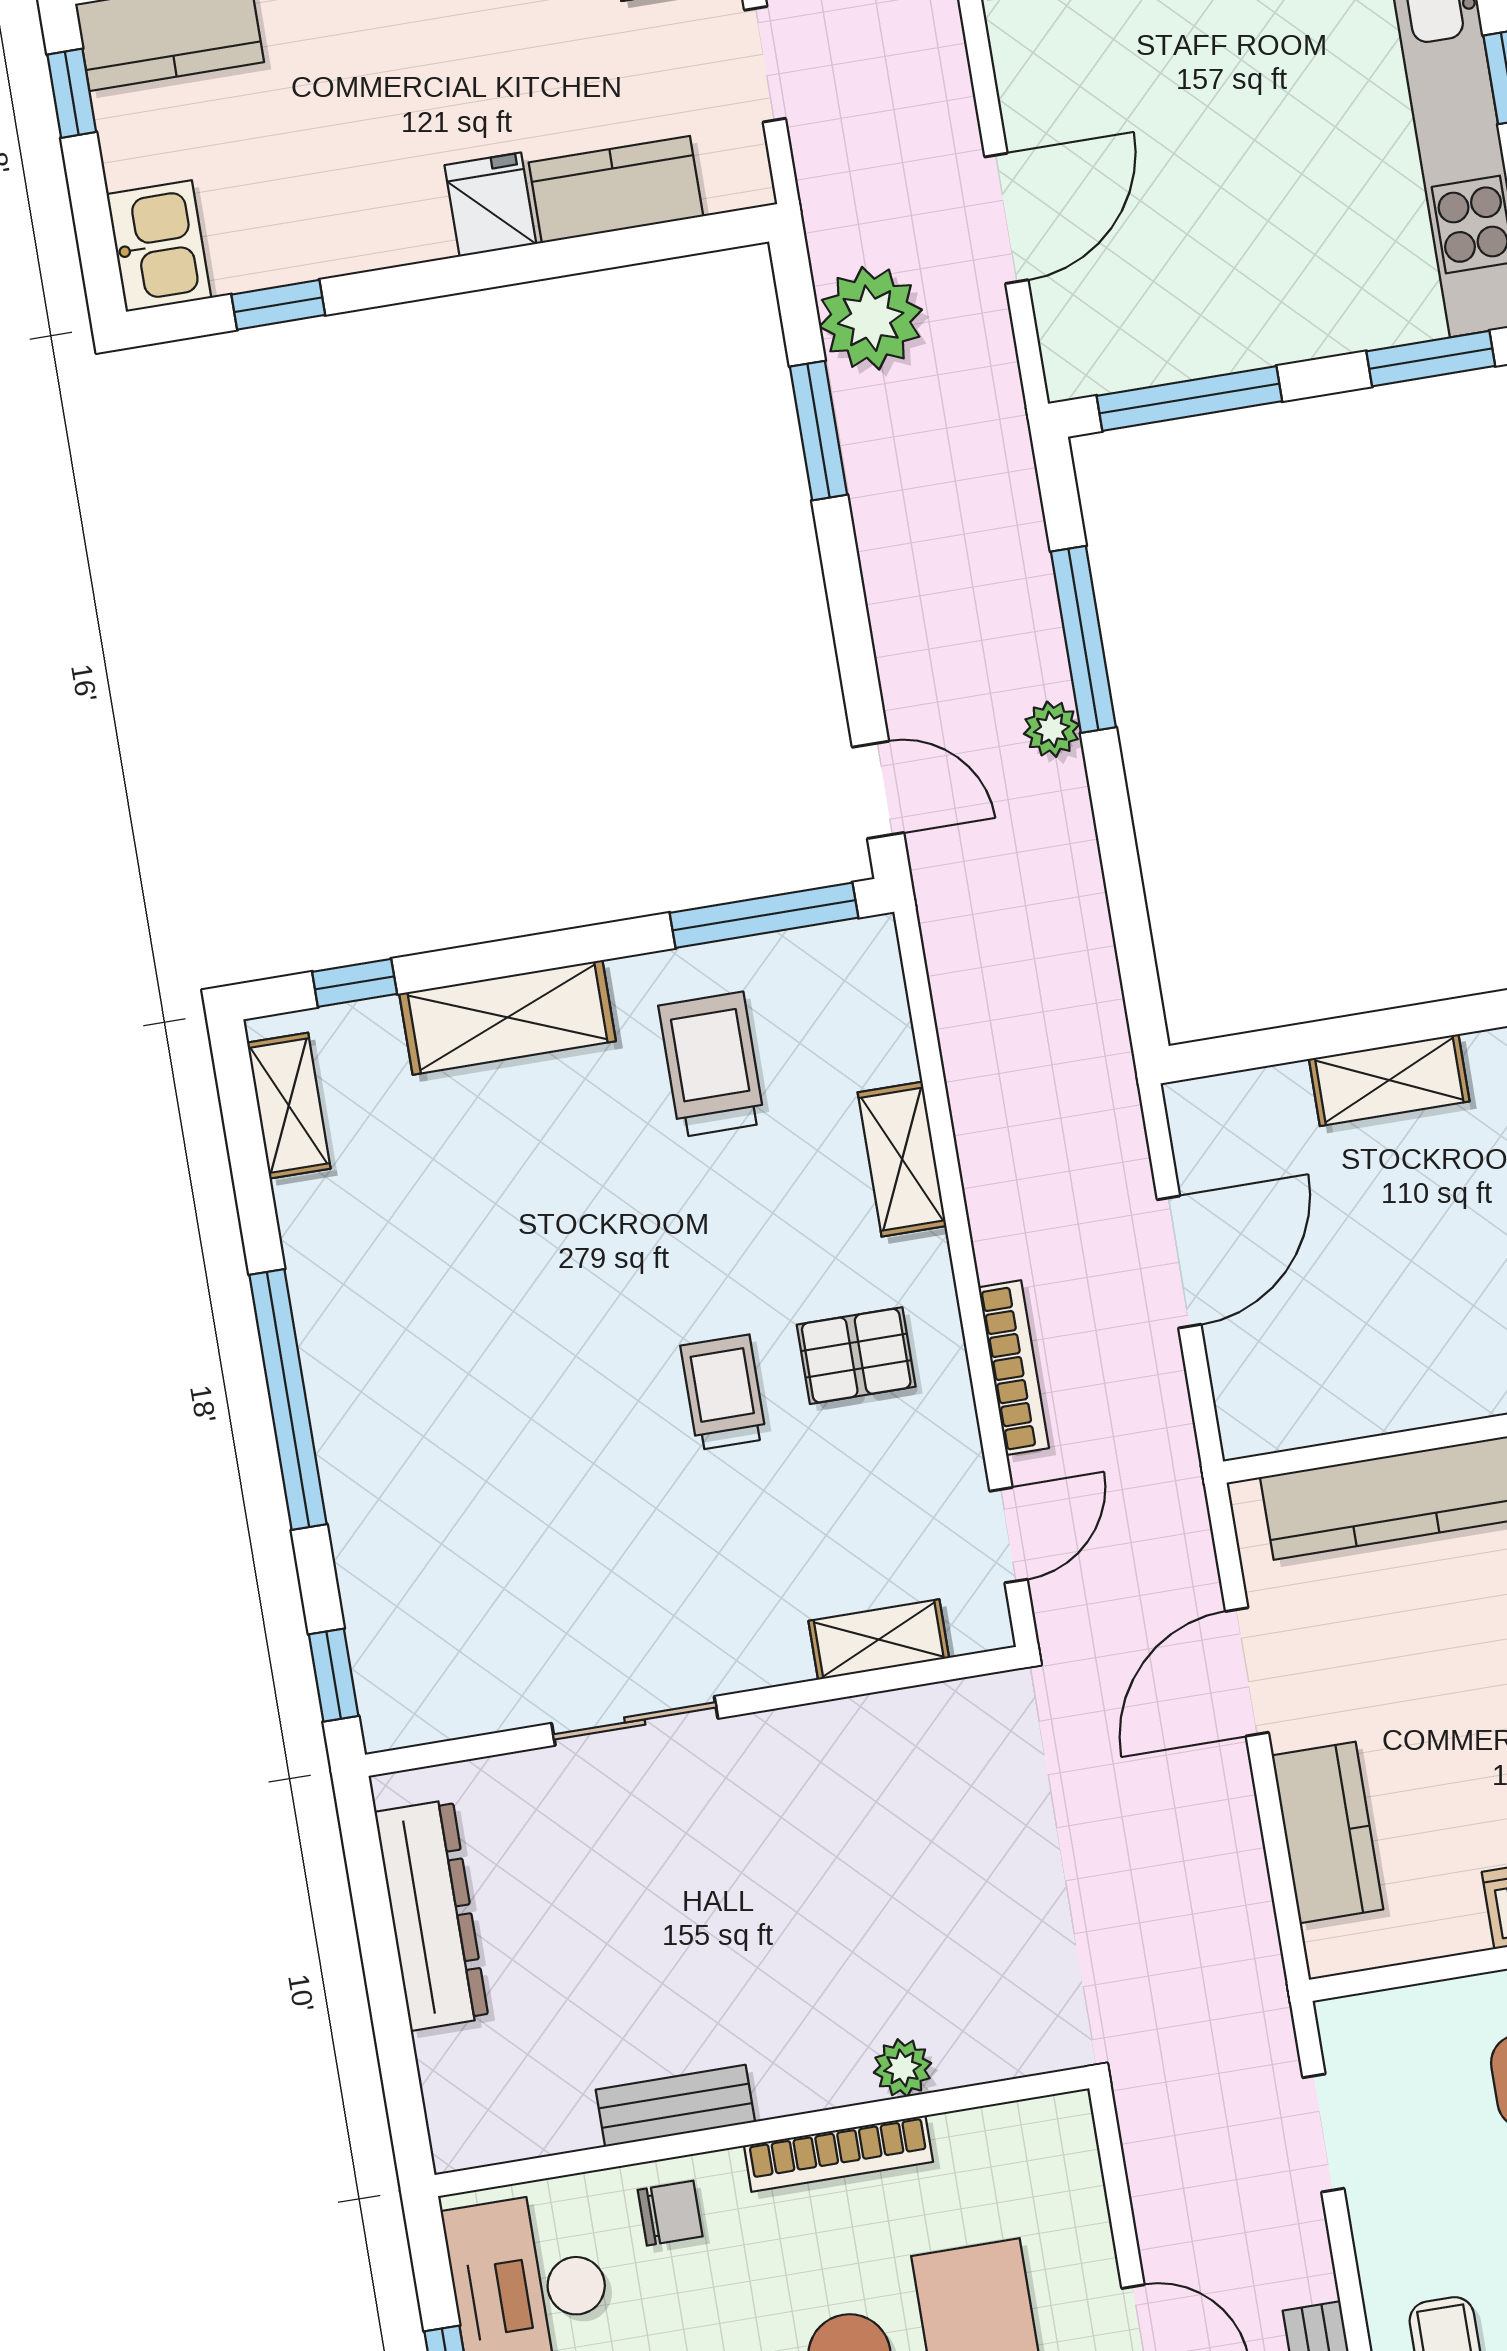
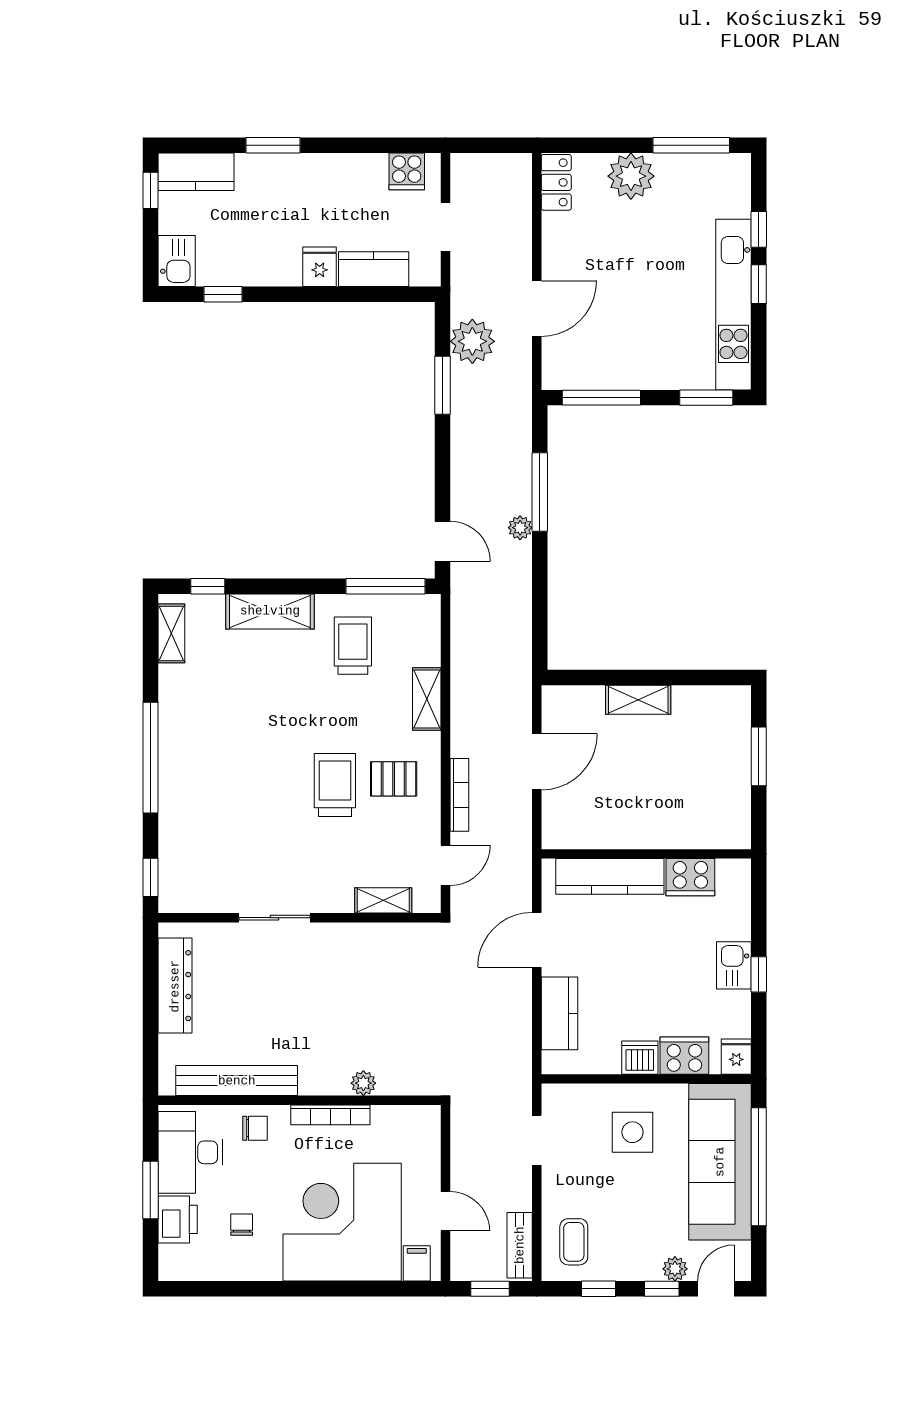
trolley: (723, 1392) -> (335, 785), width x1.36, depth x1.39
bench: (675, 2106) -> (237, 1081), width x1.86, depth x1.21

